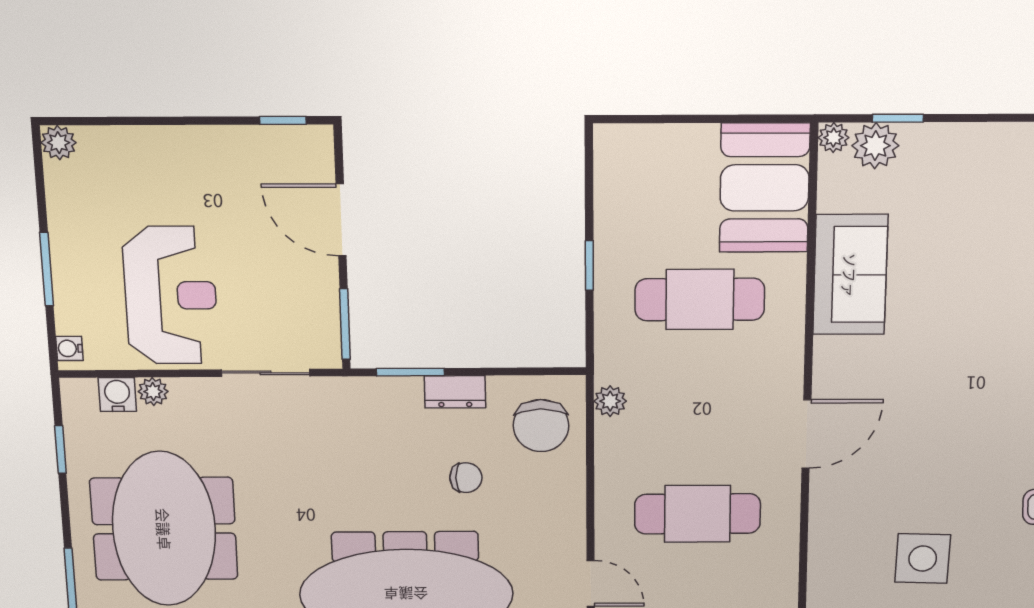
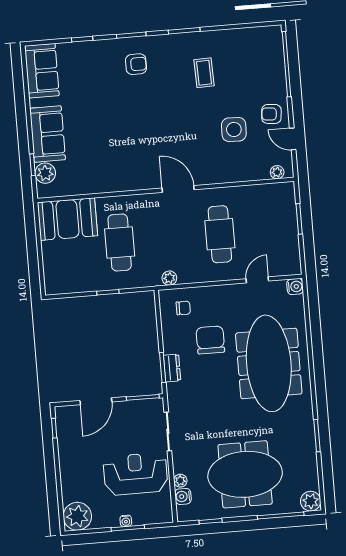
plant: (834, 138) -> (43, 192), removed
plant: (59, 143) -> (77, 516), width x1.87, depth x1.87
sofa: (850, 275) -> (48, 134), moved, turned 90
water cooler: (69, 348) -> (126, 521), moved
dresser: (455, 392) -> (172, 368), moved
chair: (541, 426) -> (183, 308), width x0.54, depth x0.54
chair: (466, 478) -> (210, 340), width x1.87, depth x1.87

